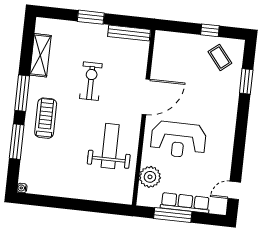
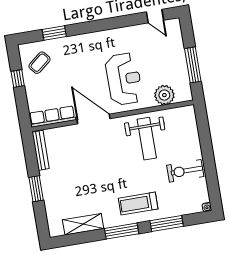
exercise bike: (91, 81) -> (185, 171), moved
weight bench: (110, 146) -> (147, 139), turned -90
row of seats: (185, 203) -> (52, 117), moved, turned 90

